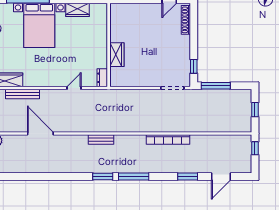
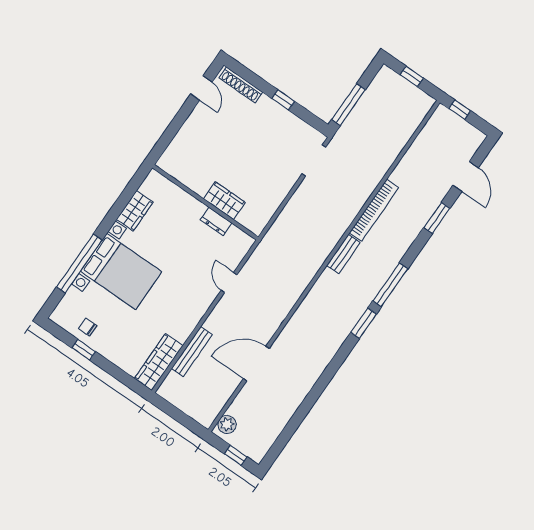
window: (194, 66) -> (283, 100), moved
dresser: (102, 78) -> (216, 221), moved
bench: (101, 139) -> (343, 254), moved

